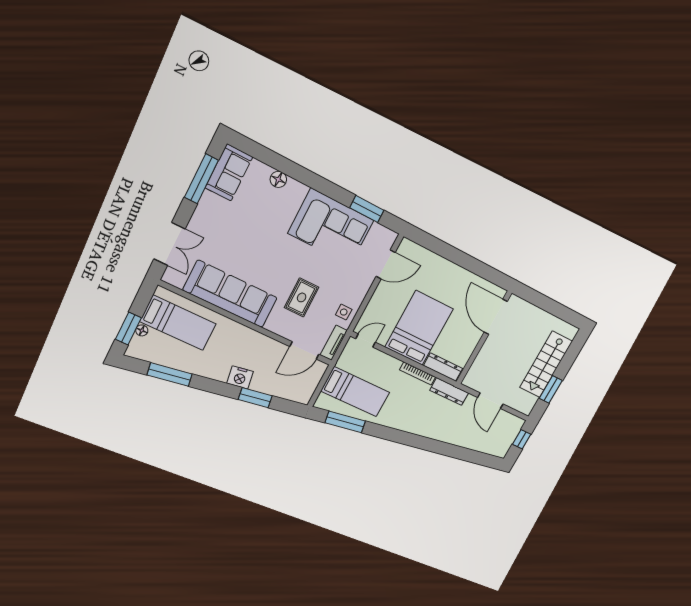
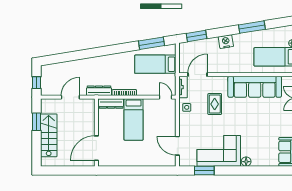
floor lamp: (278, 179) -> (246, 162), moved
door: (386, 264) -> (177, 146), hinge flipped
door: (496, 317) -> (96, 148), swing flipped
bed: (419, 328) -> (134, 119), width x0.67
door: (366, 340) -> (166, 97), swing flipped
window: (170, 374) -> (252, 27), moved
window: (255, 398) -> (196, 36), moved
door: (490, 401) -> (70, 97), hinge flipped

